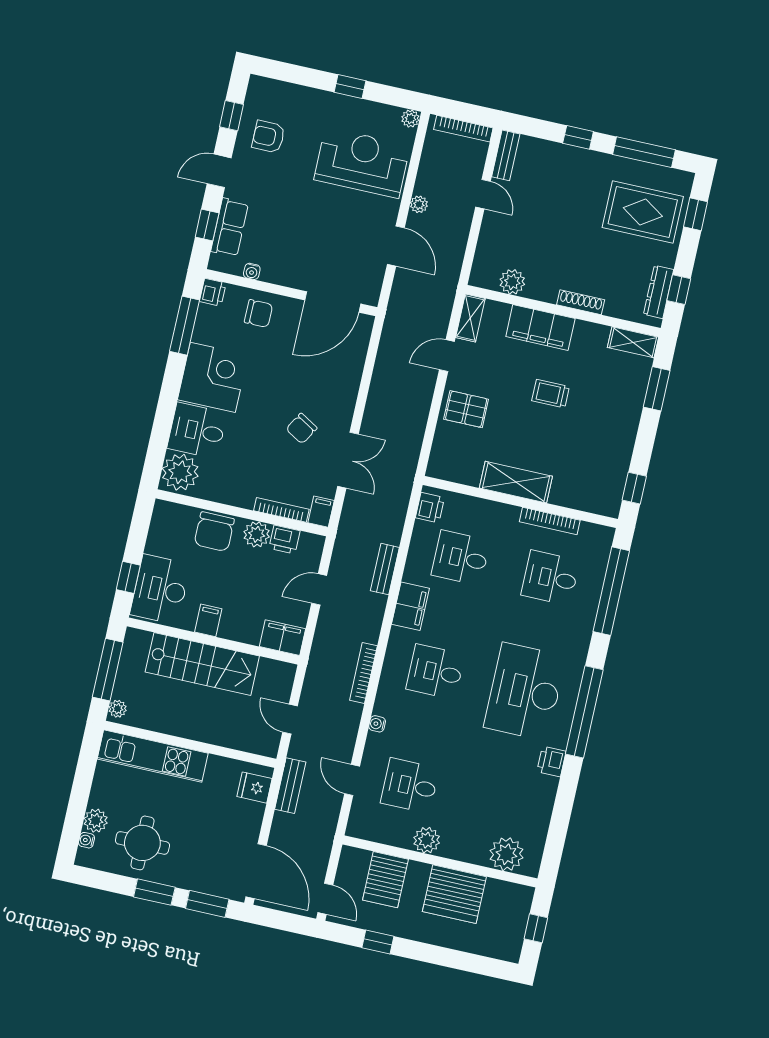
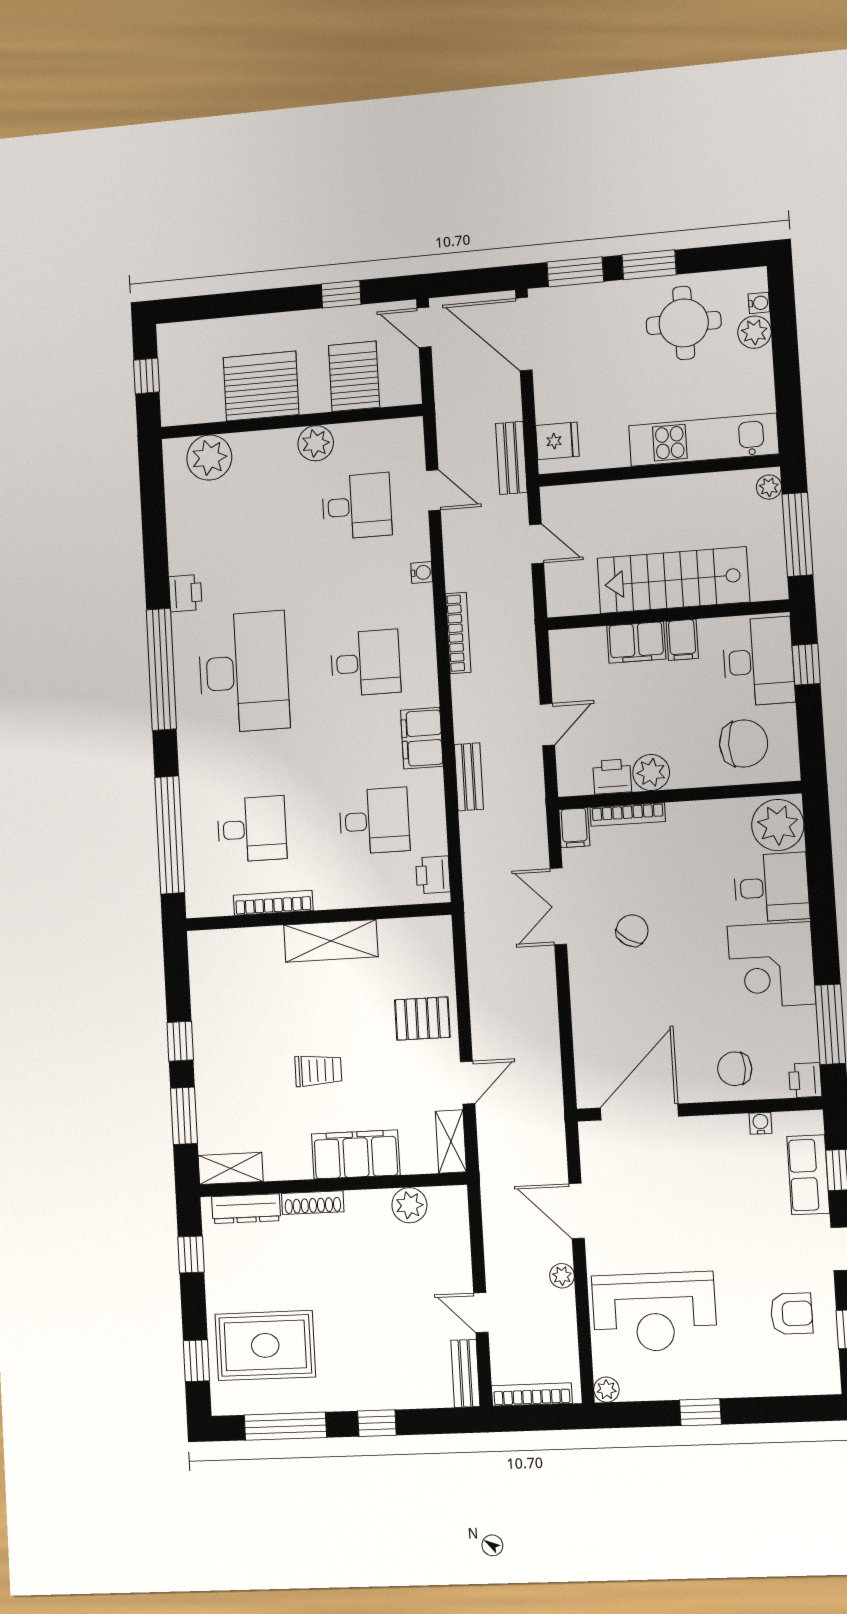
dresser: (659, 292) -> (246, 1209), moved, turned 90
window: (634, 488) -> (180, 1041), moved
chair: (214, 532) -> (744, 743), moved, turned 90
filing cabinet: (282, 638) -> (636, 642), moved

